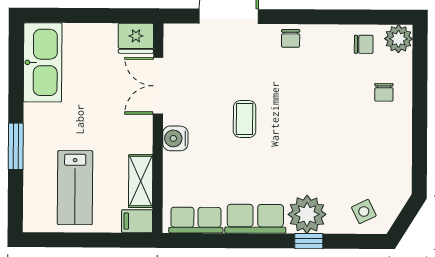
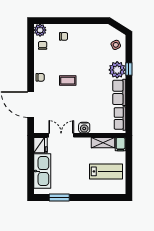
kitchen sink: (43, 62) -> (42, 171), moved, turned 90
double door: (158, 86) -> (61, 135), swing flipped
coffee table: (245, 119) -> (68, 81), moved
window: (16, 146) -> (59, 198), moved

